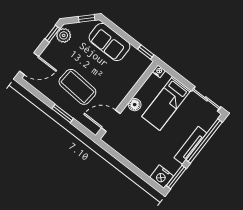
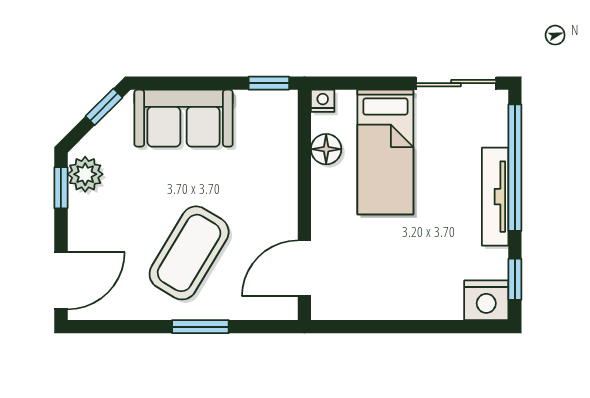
coffee table: (77, 87) -> (189, 253), turned -63
floor lamp: (135, 105) -> (326, 149), moved
window: (176, 177) -> (515, 279), width x0.67

